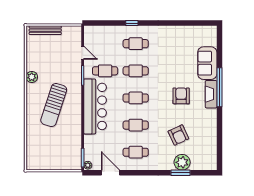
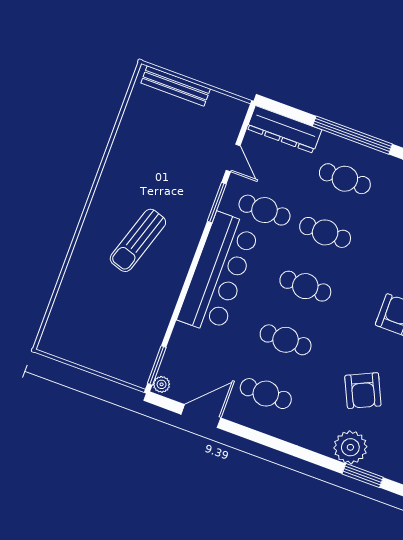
window: (132, 23) -> (352, 135), width x3.17
dresser: (101, 32) -> (284, 129), added
plant: (32, 77) -> (115, 169), removed
sun lounger: (54, 105) -> (138, 240), width x0.73, depth x0.75
door: (110, 173) -> (201, 416), hinge flipped
window: (181, 173) -> (363, 476), moved

